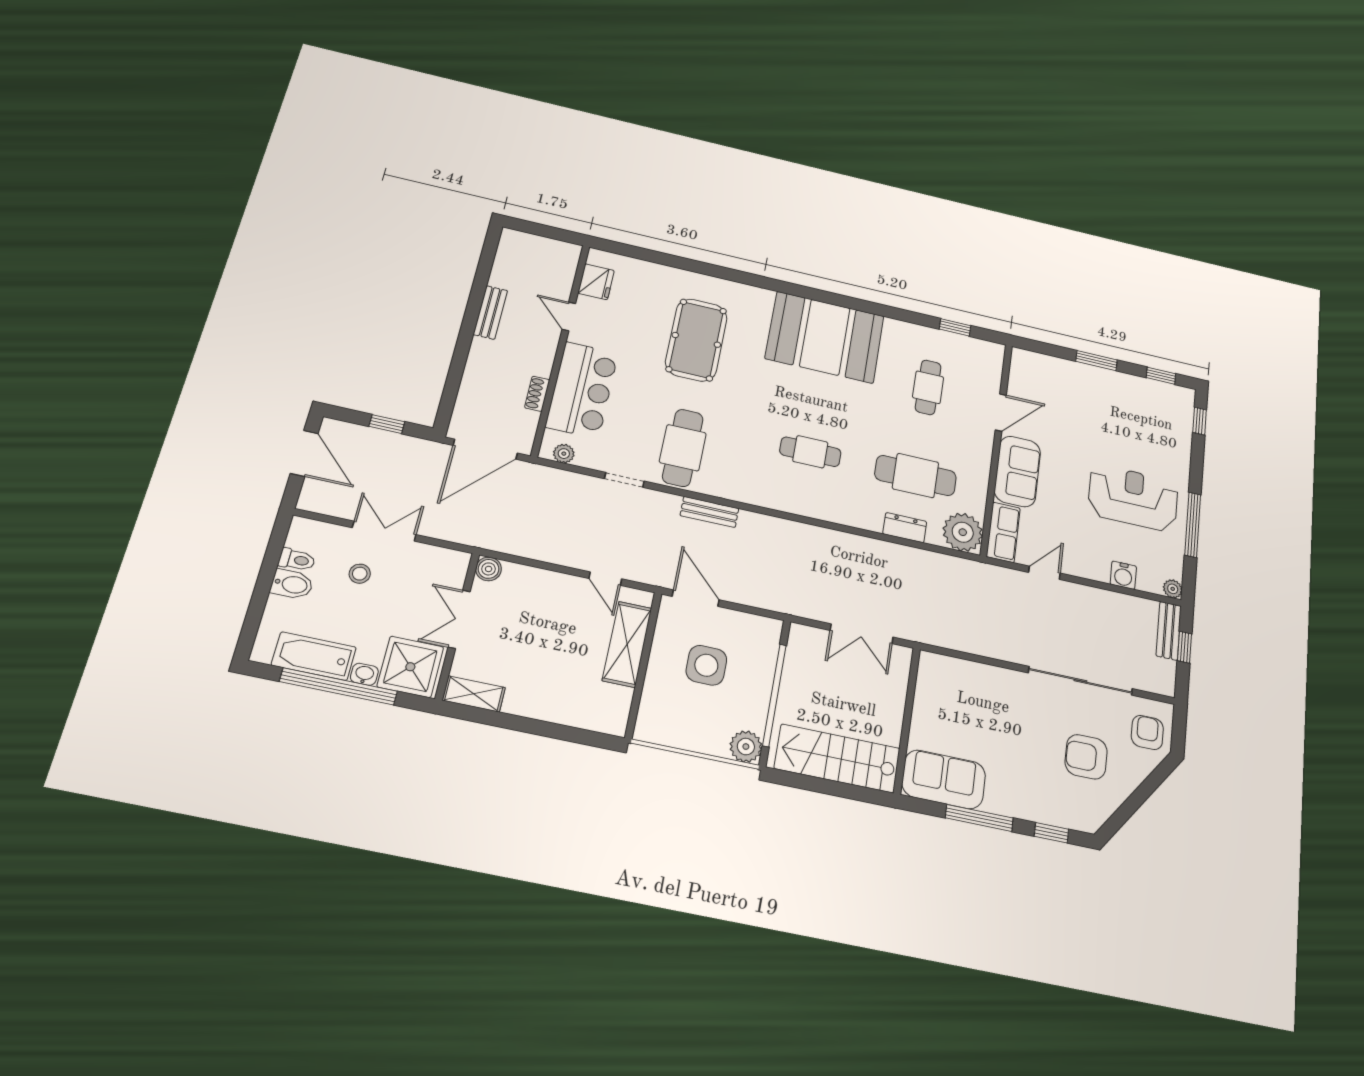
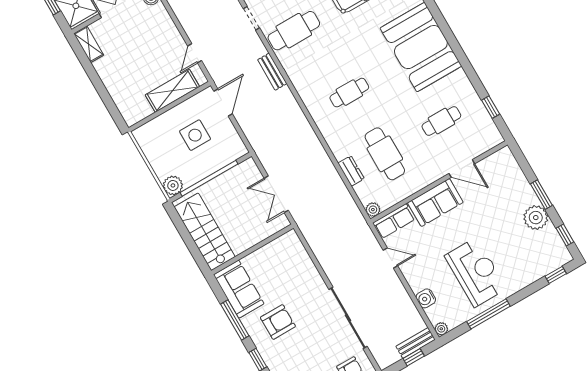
plant: (1118, 387) -> (536, 218), added
cafe table: (810, 452) -> (349, 93), turned 90
plant: (963, 532) -> (373, 210), width x0.53, depth x0.53
armchair: (1086, 757) -> (278, 322), moved, turned 90

